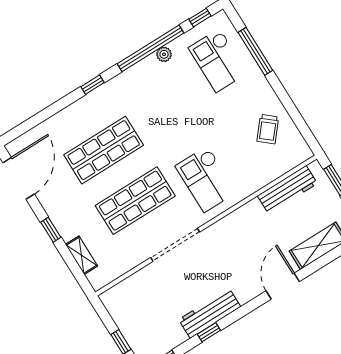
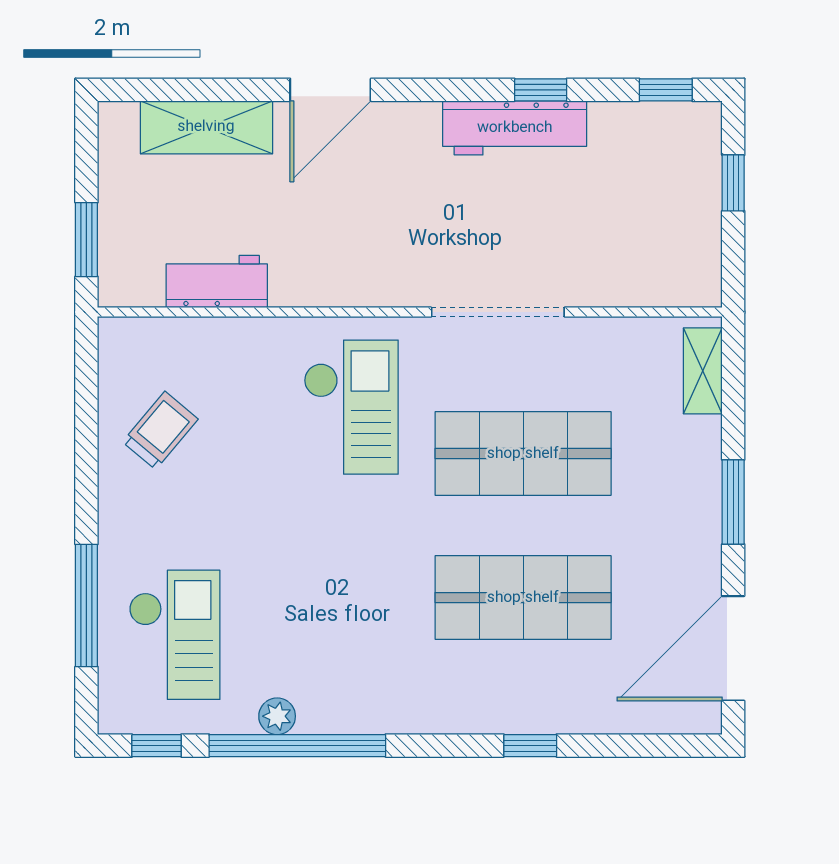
window: (93, 85) -> (530, 746), moved
workbench: (287, 190) -> (217, 282), width x0.73
window: (51, 230) -> (733, 502), width x1.50
shelving: (81, 255) -> (703, 371), moved

